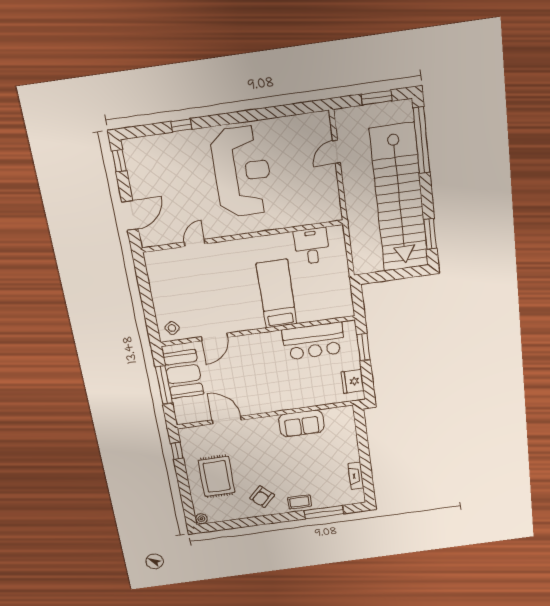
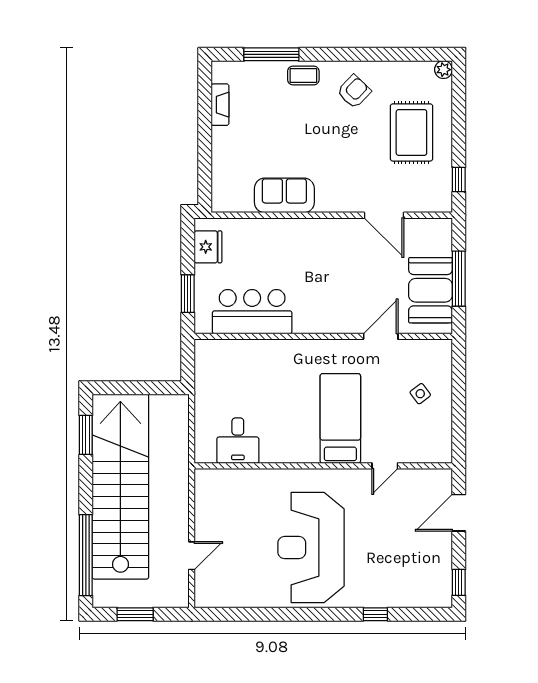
bed: (277, 294) -> (340, 419), moved, turned 180
side table: (172, 328) -> (420, 394), moved

